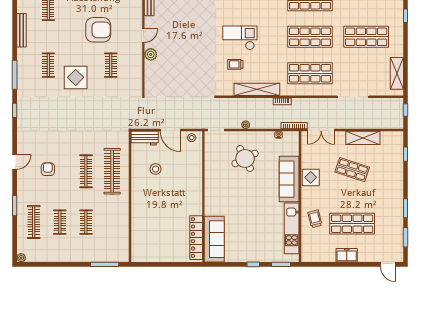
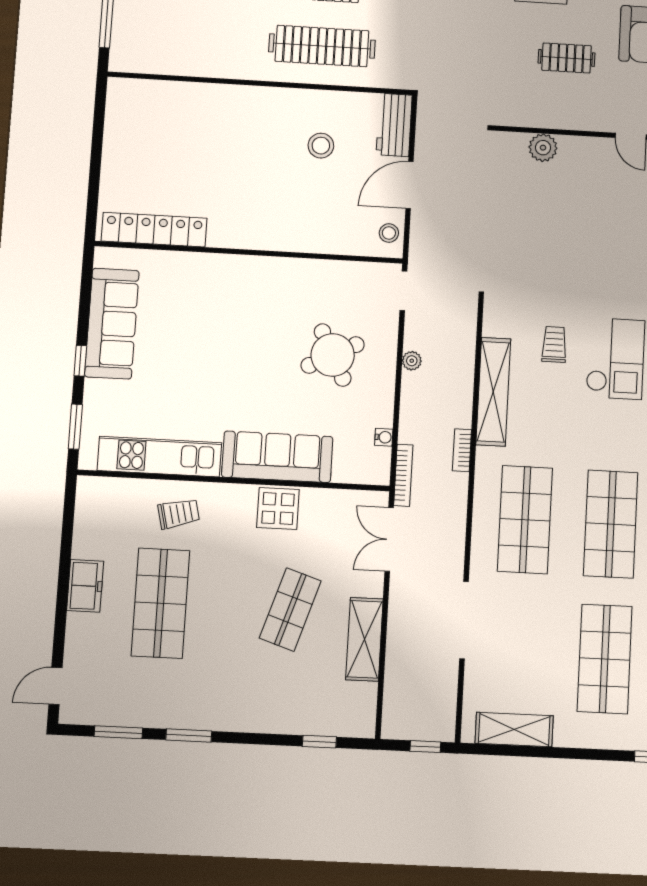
plant: (151, 54) -> (543, 148), moved
sofa: (214, 239) -> (112, 324), moved, turned -90

